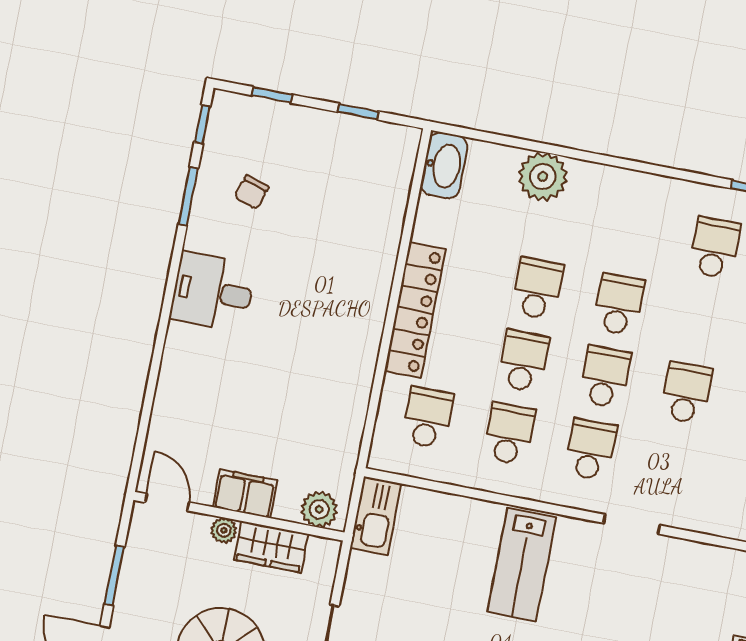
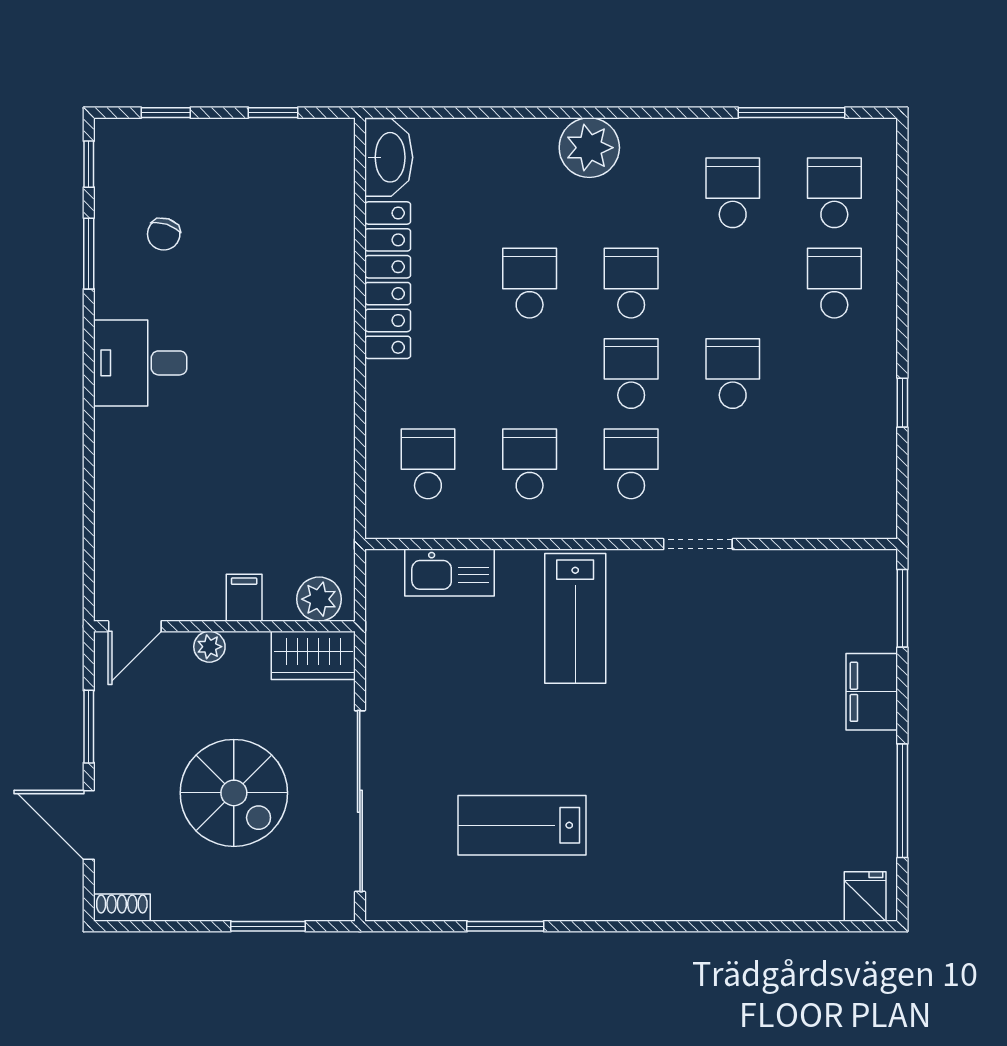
plant: (543, 177) -> (589, 148), moved
locker: (415, 310) -> (388, 280), moved
school desk: (523, 361) -> (530, 374), removed
filing cabinet: (245, 494) -> (244, 598), width x0.50
door: (167, 502) -> (135, 626), swing flipped
kitchen sink: (376, 516) -> (449, 573), moved, turned 90
wardrobe: (271, 547) -> (313, 655), moved

